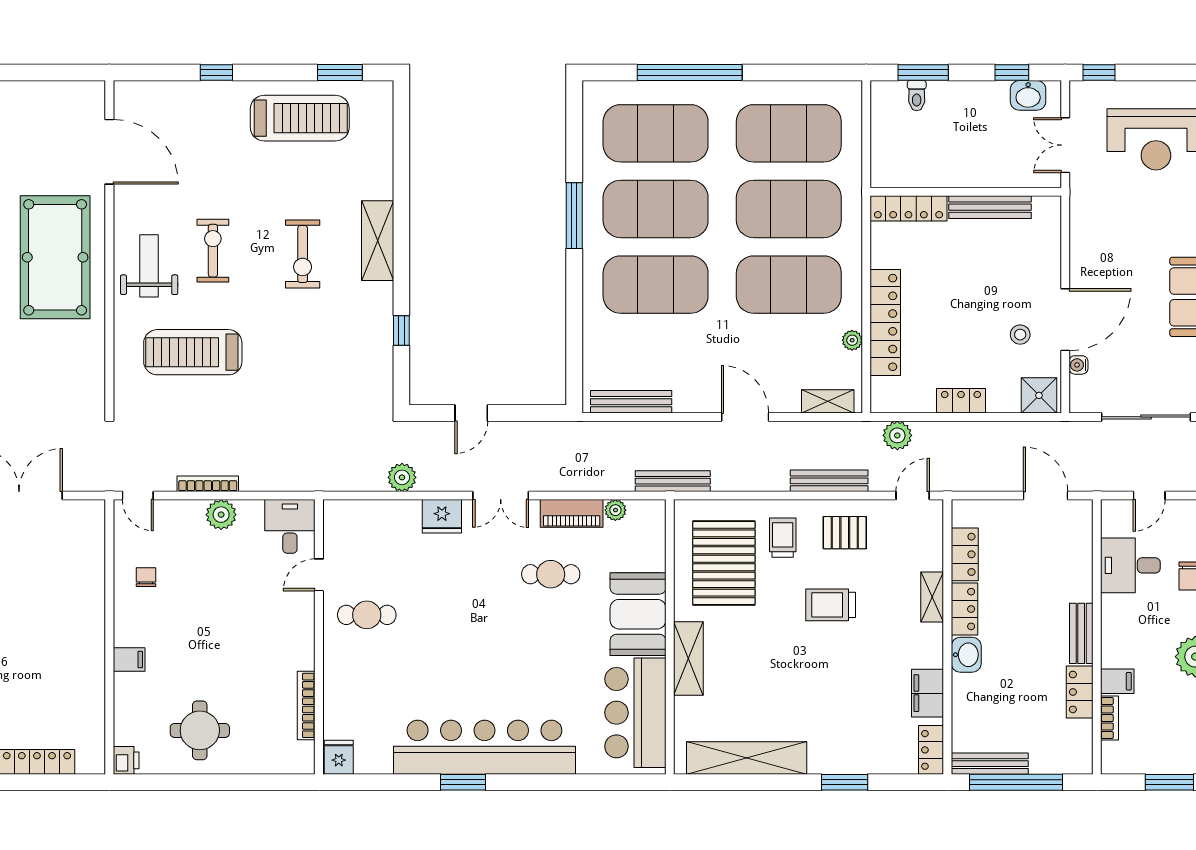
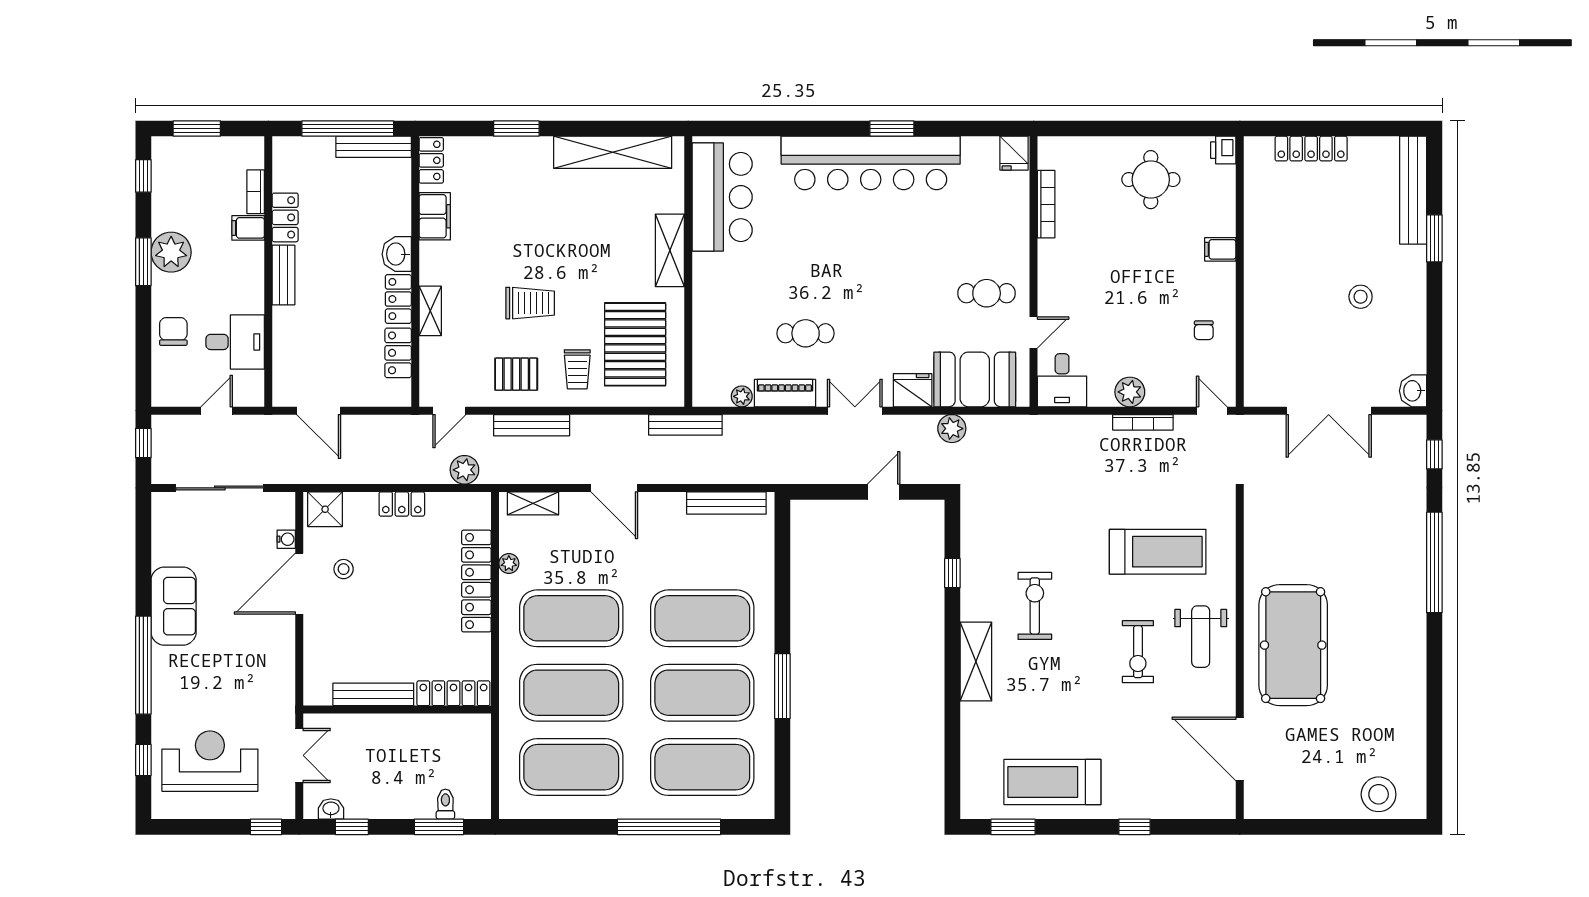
washbasin: (1028, 95) -> (331, 809), width x0.72, depth x0.69
exercise bike: (303, 254) -> (1035, 606), moved
booth: (638, 614) -> (975, 379), moved, turned 90

